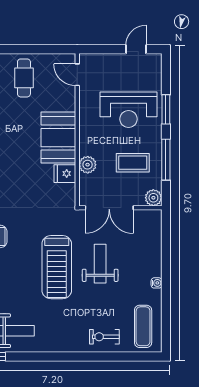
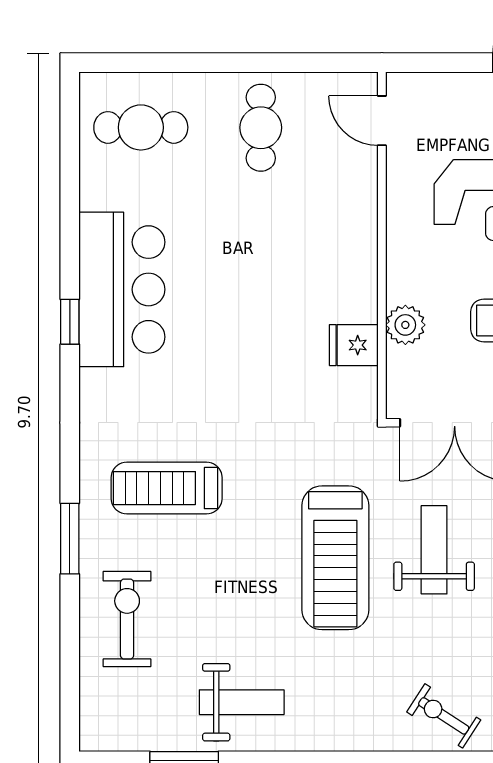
booth: (58, 138) -> (339, 263), removed
exercise bike: (104, 337) -> (444, 716), turned 33

